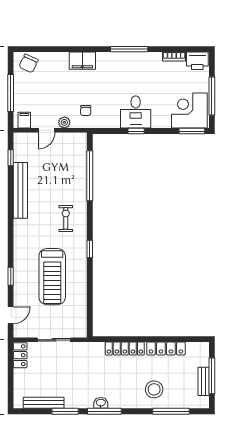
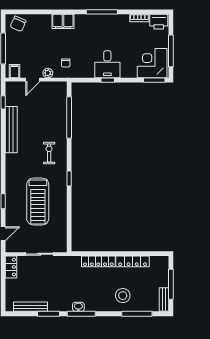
bench: (204, 381) -> (164, 300), moved

